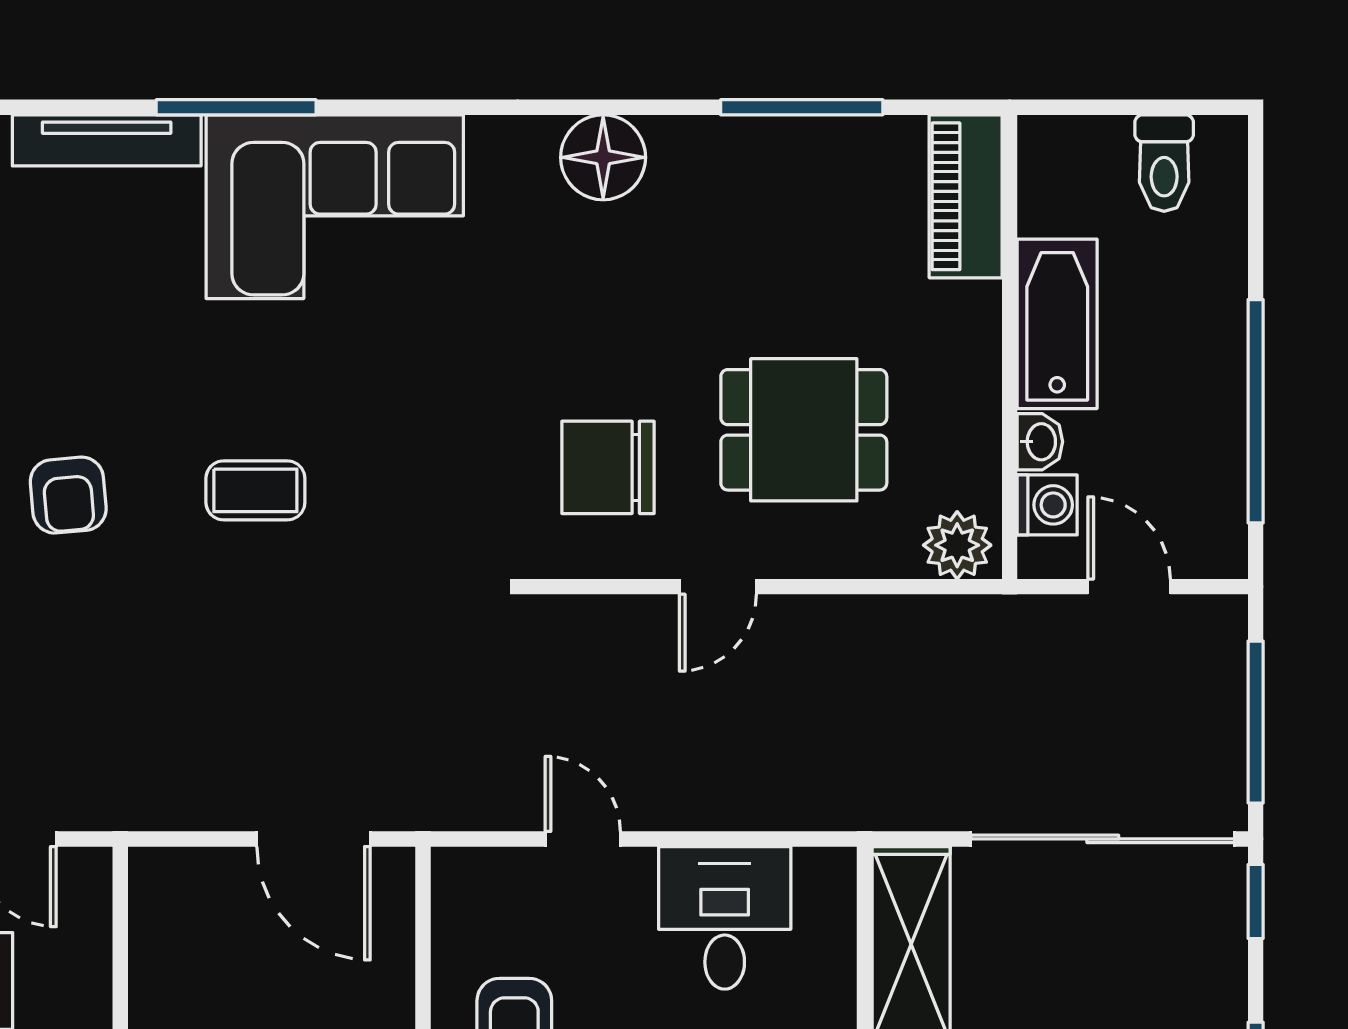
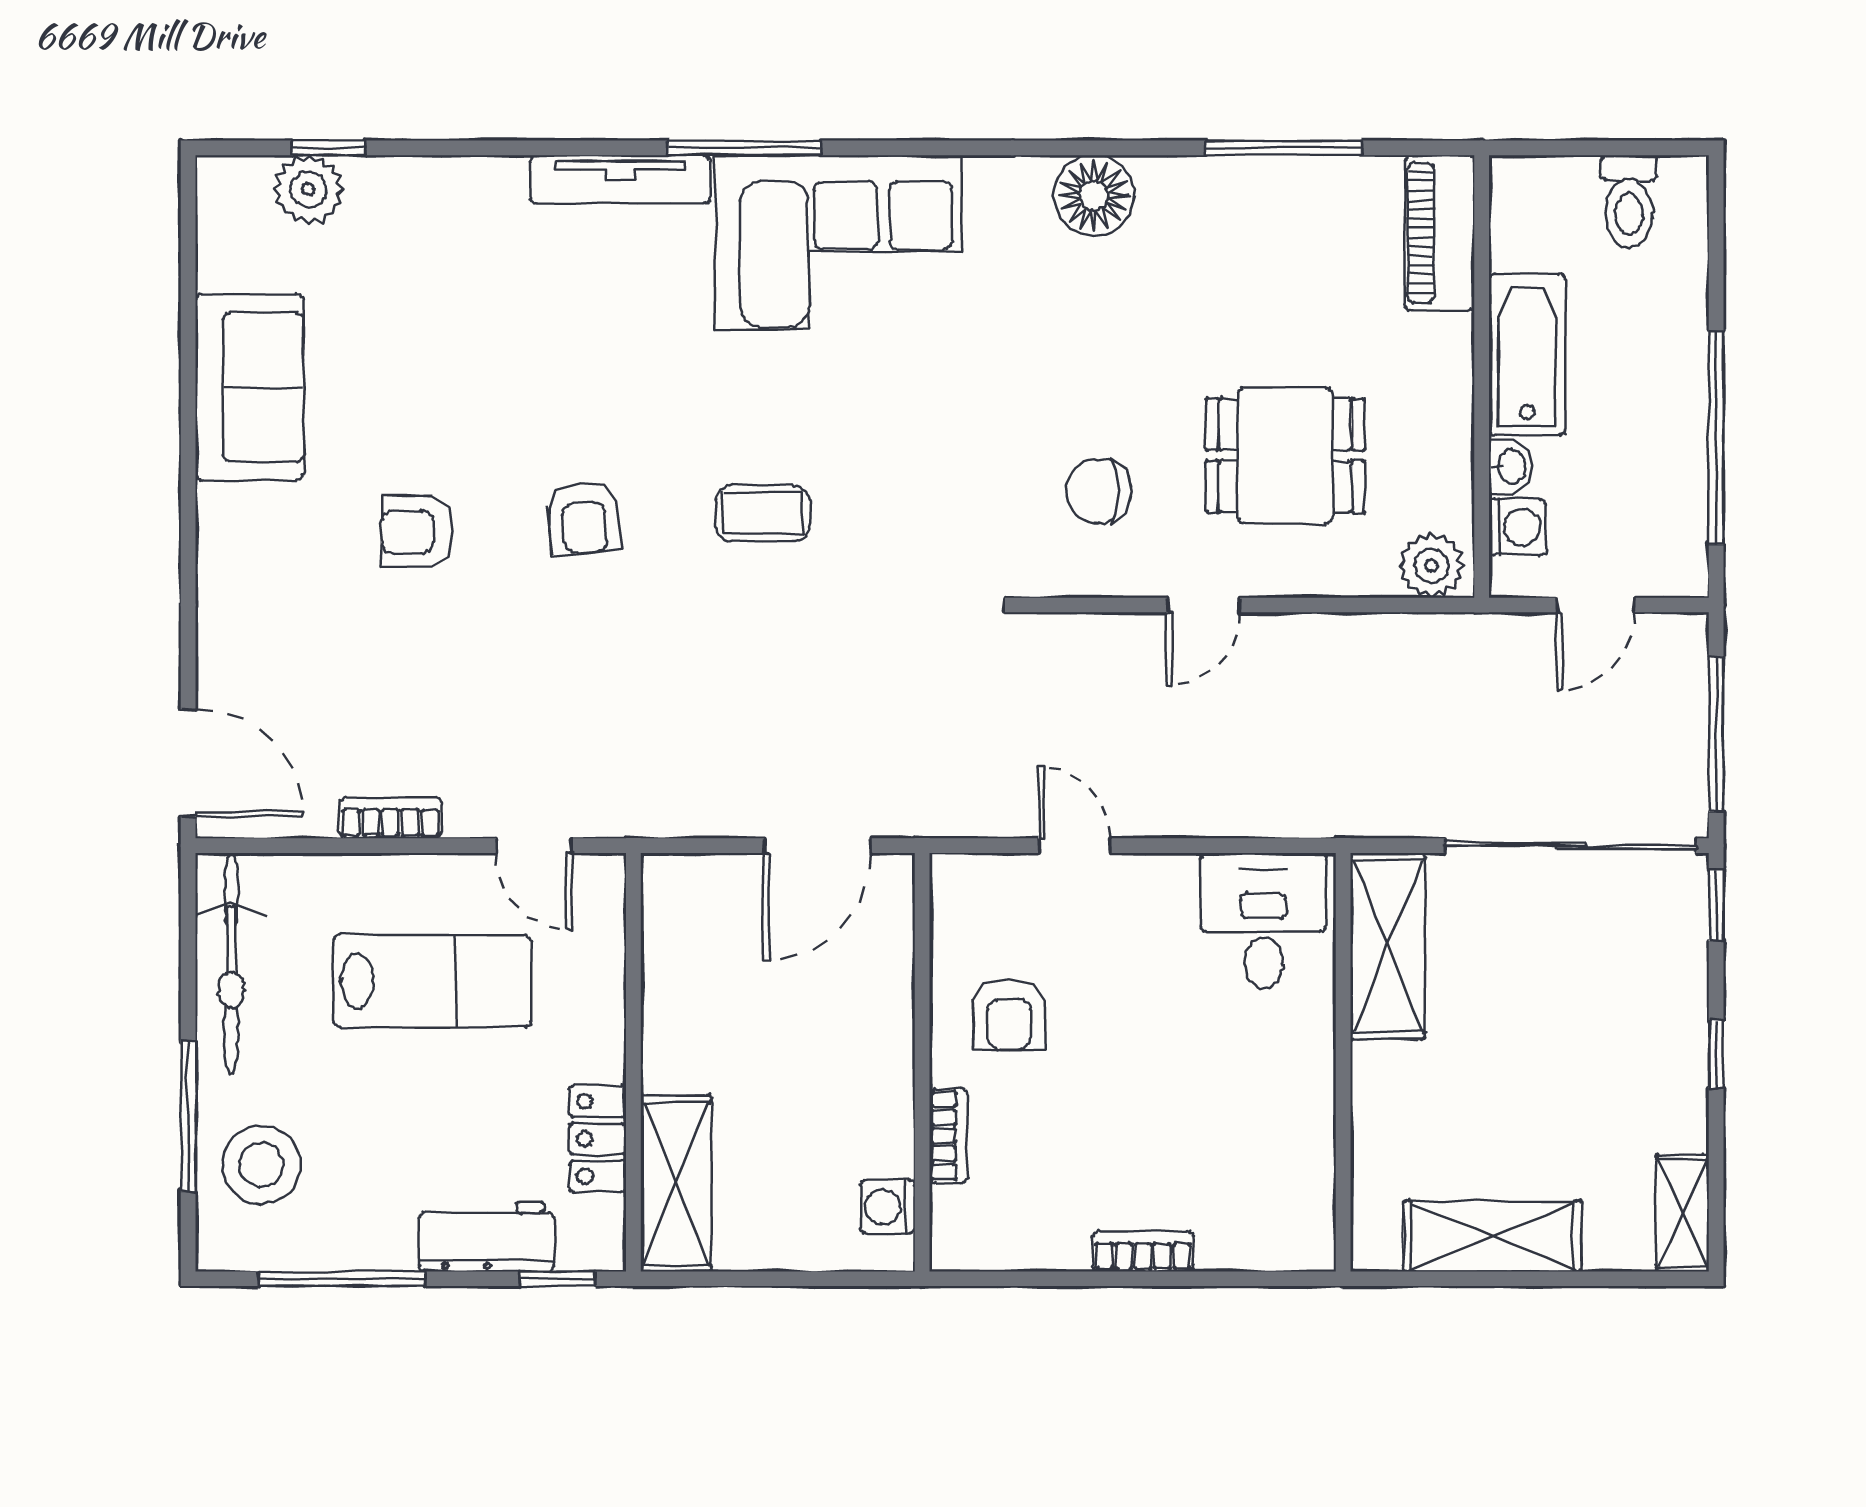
chair: (608, 467) -> (1099, 491), width x0.73, depth x0.73
door: (1129, 587) -> (1595, 605), swing flipped
door: (314, 839) -> (818, 846), hinge flipped
desk: (725, 918) -> (1264, 921), moved

